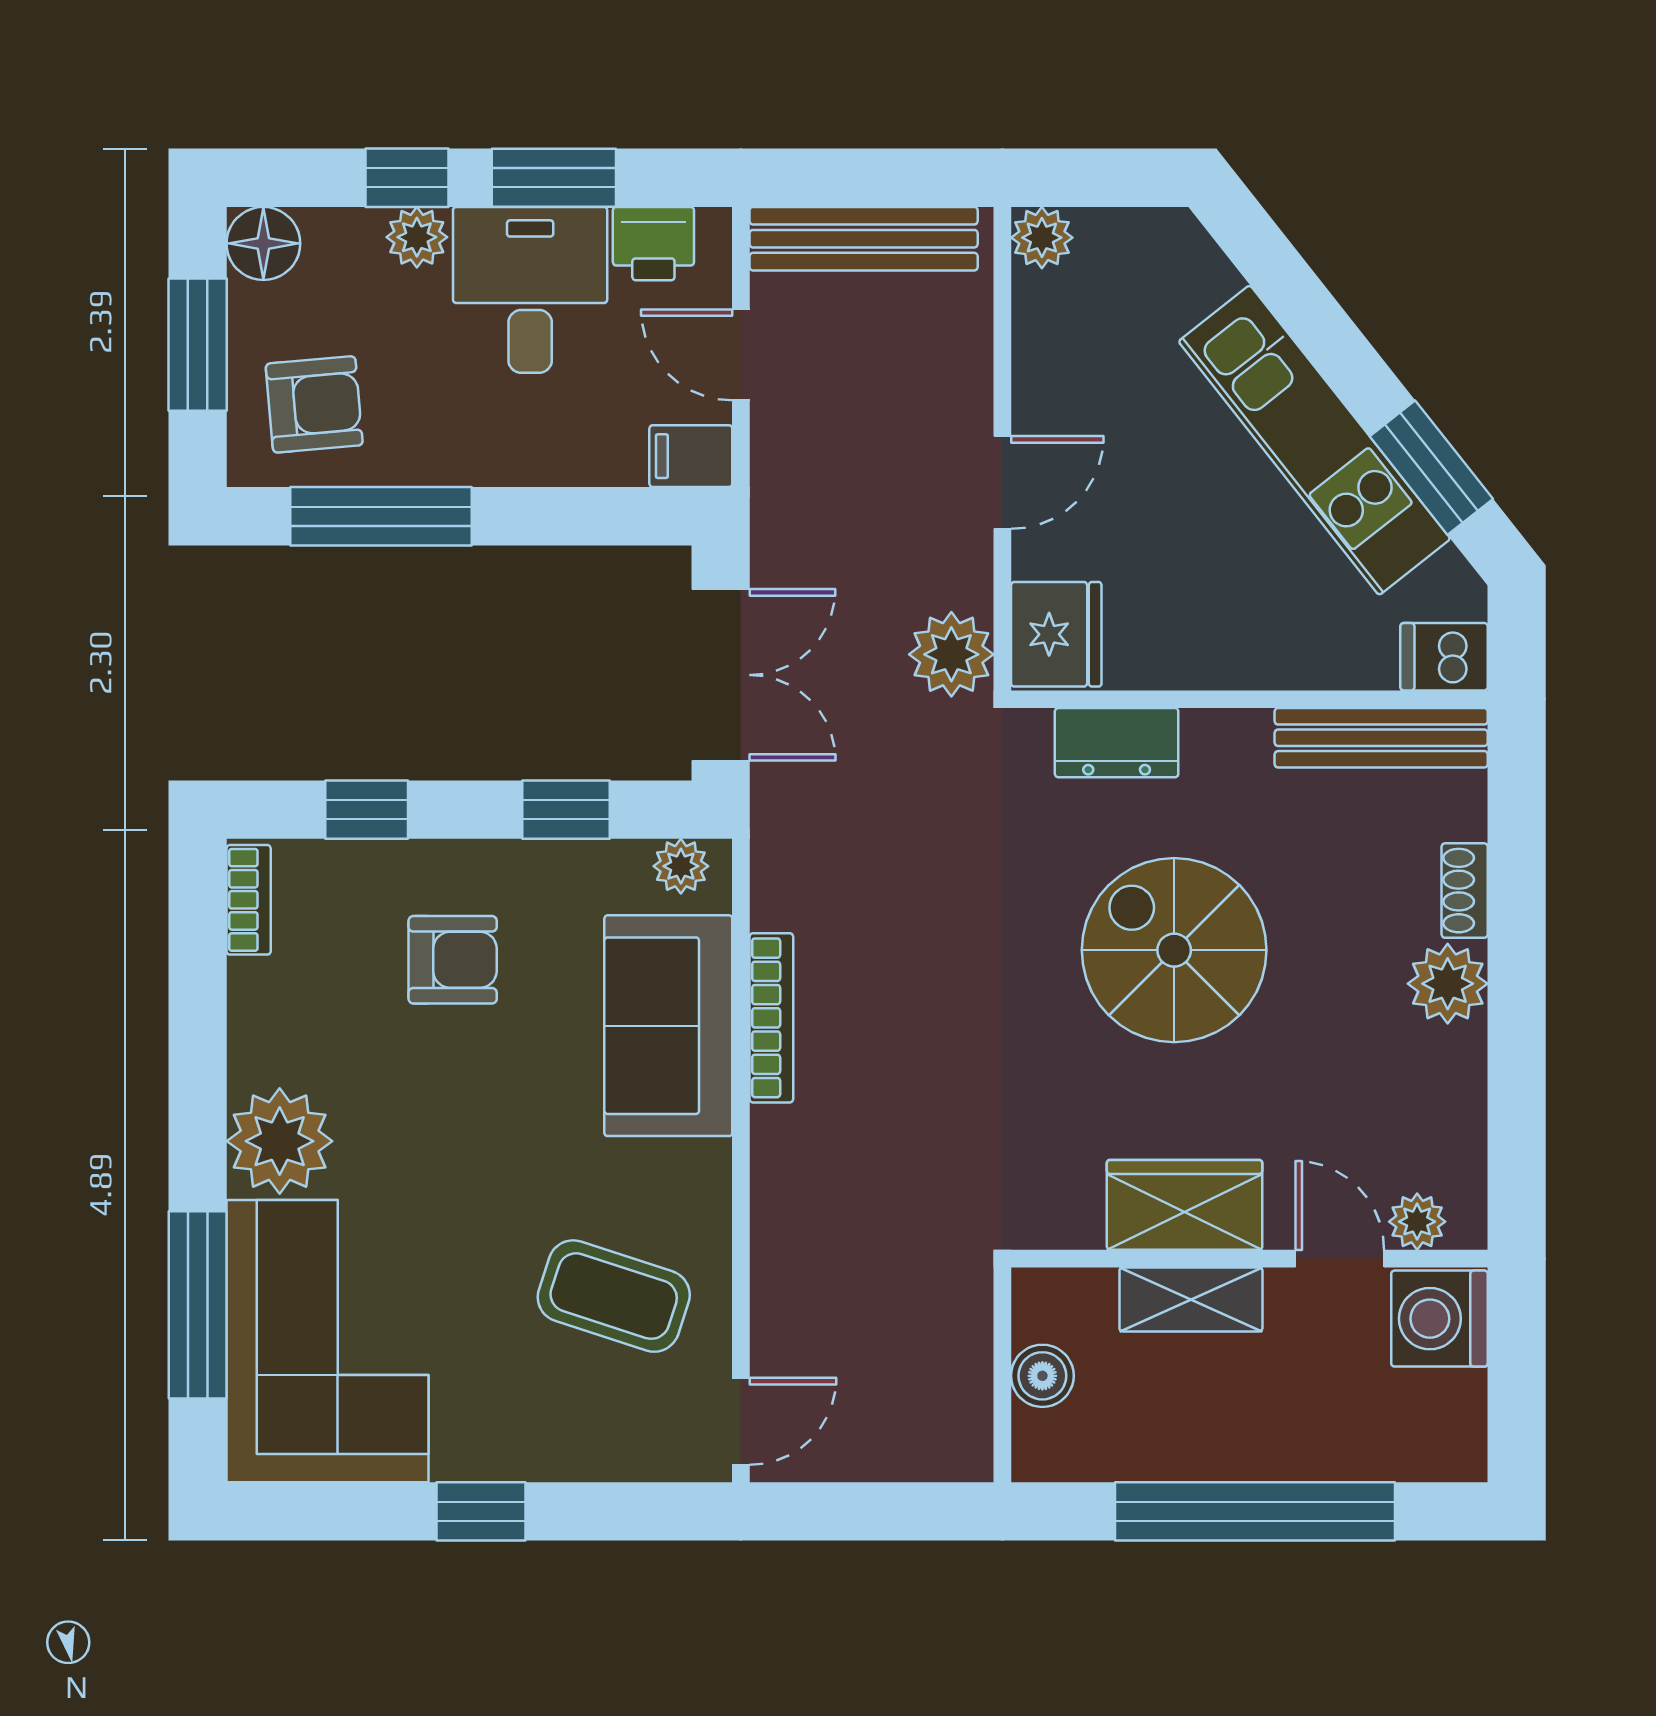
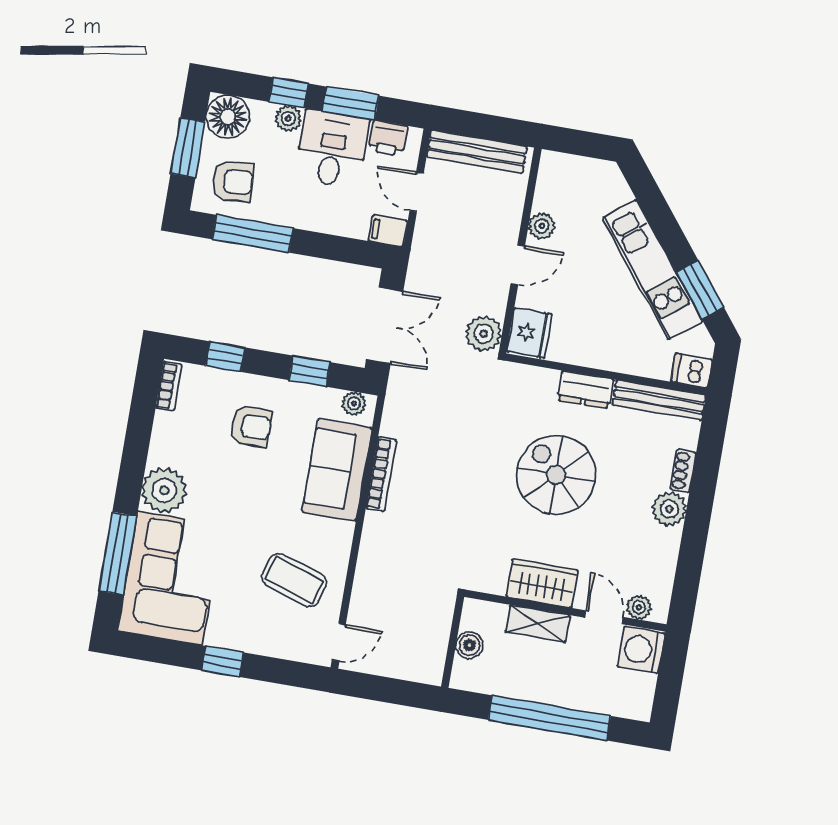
plant: (1042, 238) -> (542, 226), moved
floor lamp: (263, 243) -> (228, 117), width x1.38, depth x1.38
dresser: (1117, 743) -> (585, 390), moved

